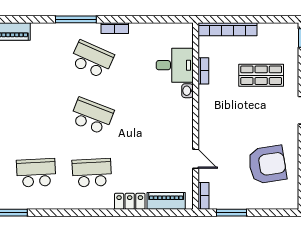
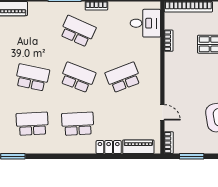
desk: (175, 65) -> (145, 23), moved
washbasin: (188, 91) -> (156, 57), removed
school desk: (36, 116) -> (32, 77), added
school desk: (148, 116) -> (123, 77), added

